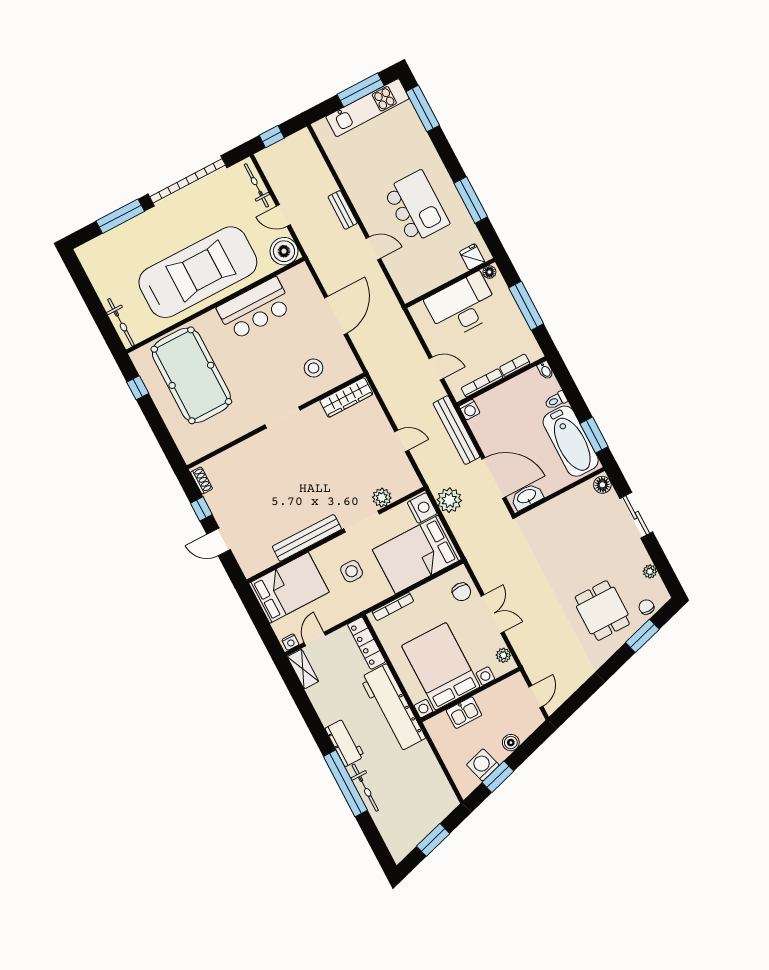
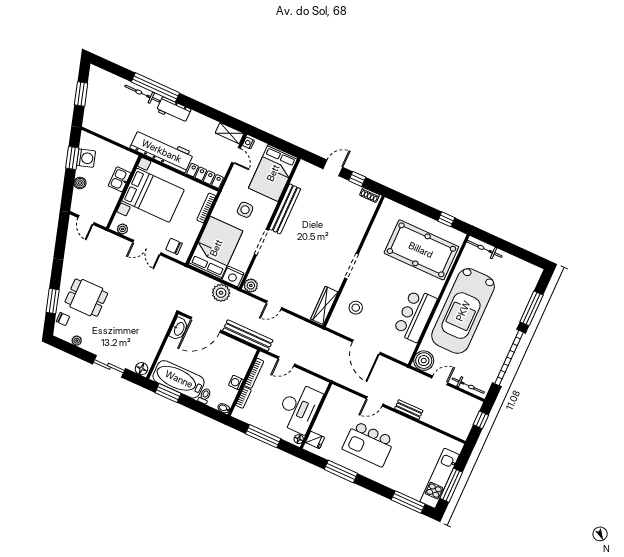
washing machine: (469, 410) -> (236, 382), moved
plant: (382, 498) -> (251, 286), moved

